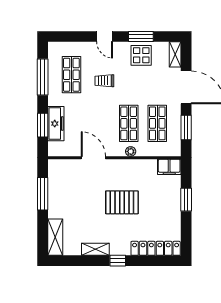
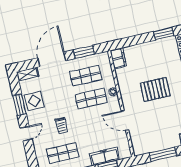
door: (93, 158) -> (125, 120), hinge flipped
window: (186, 200) -> (164, 34), moved
pallet: (122, 202) -> (155, 89), turned 90

